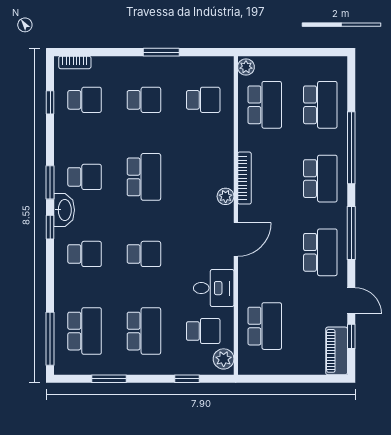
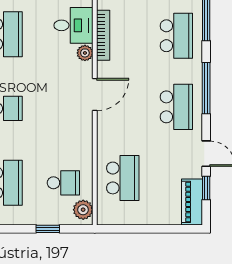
desk: (214, 288) -> (74, 25), moved

